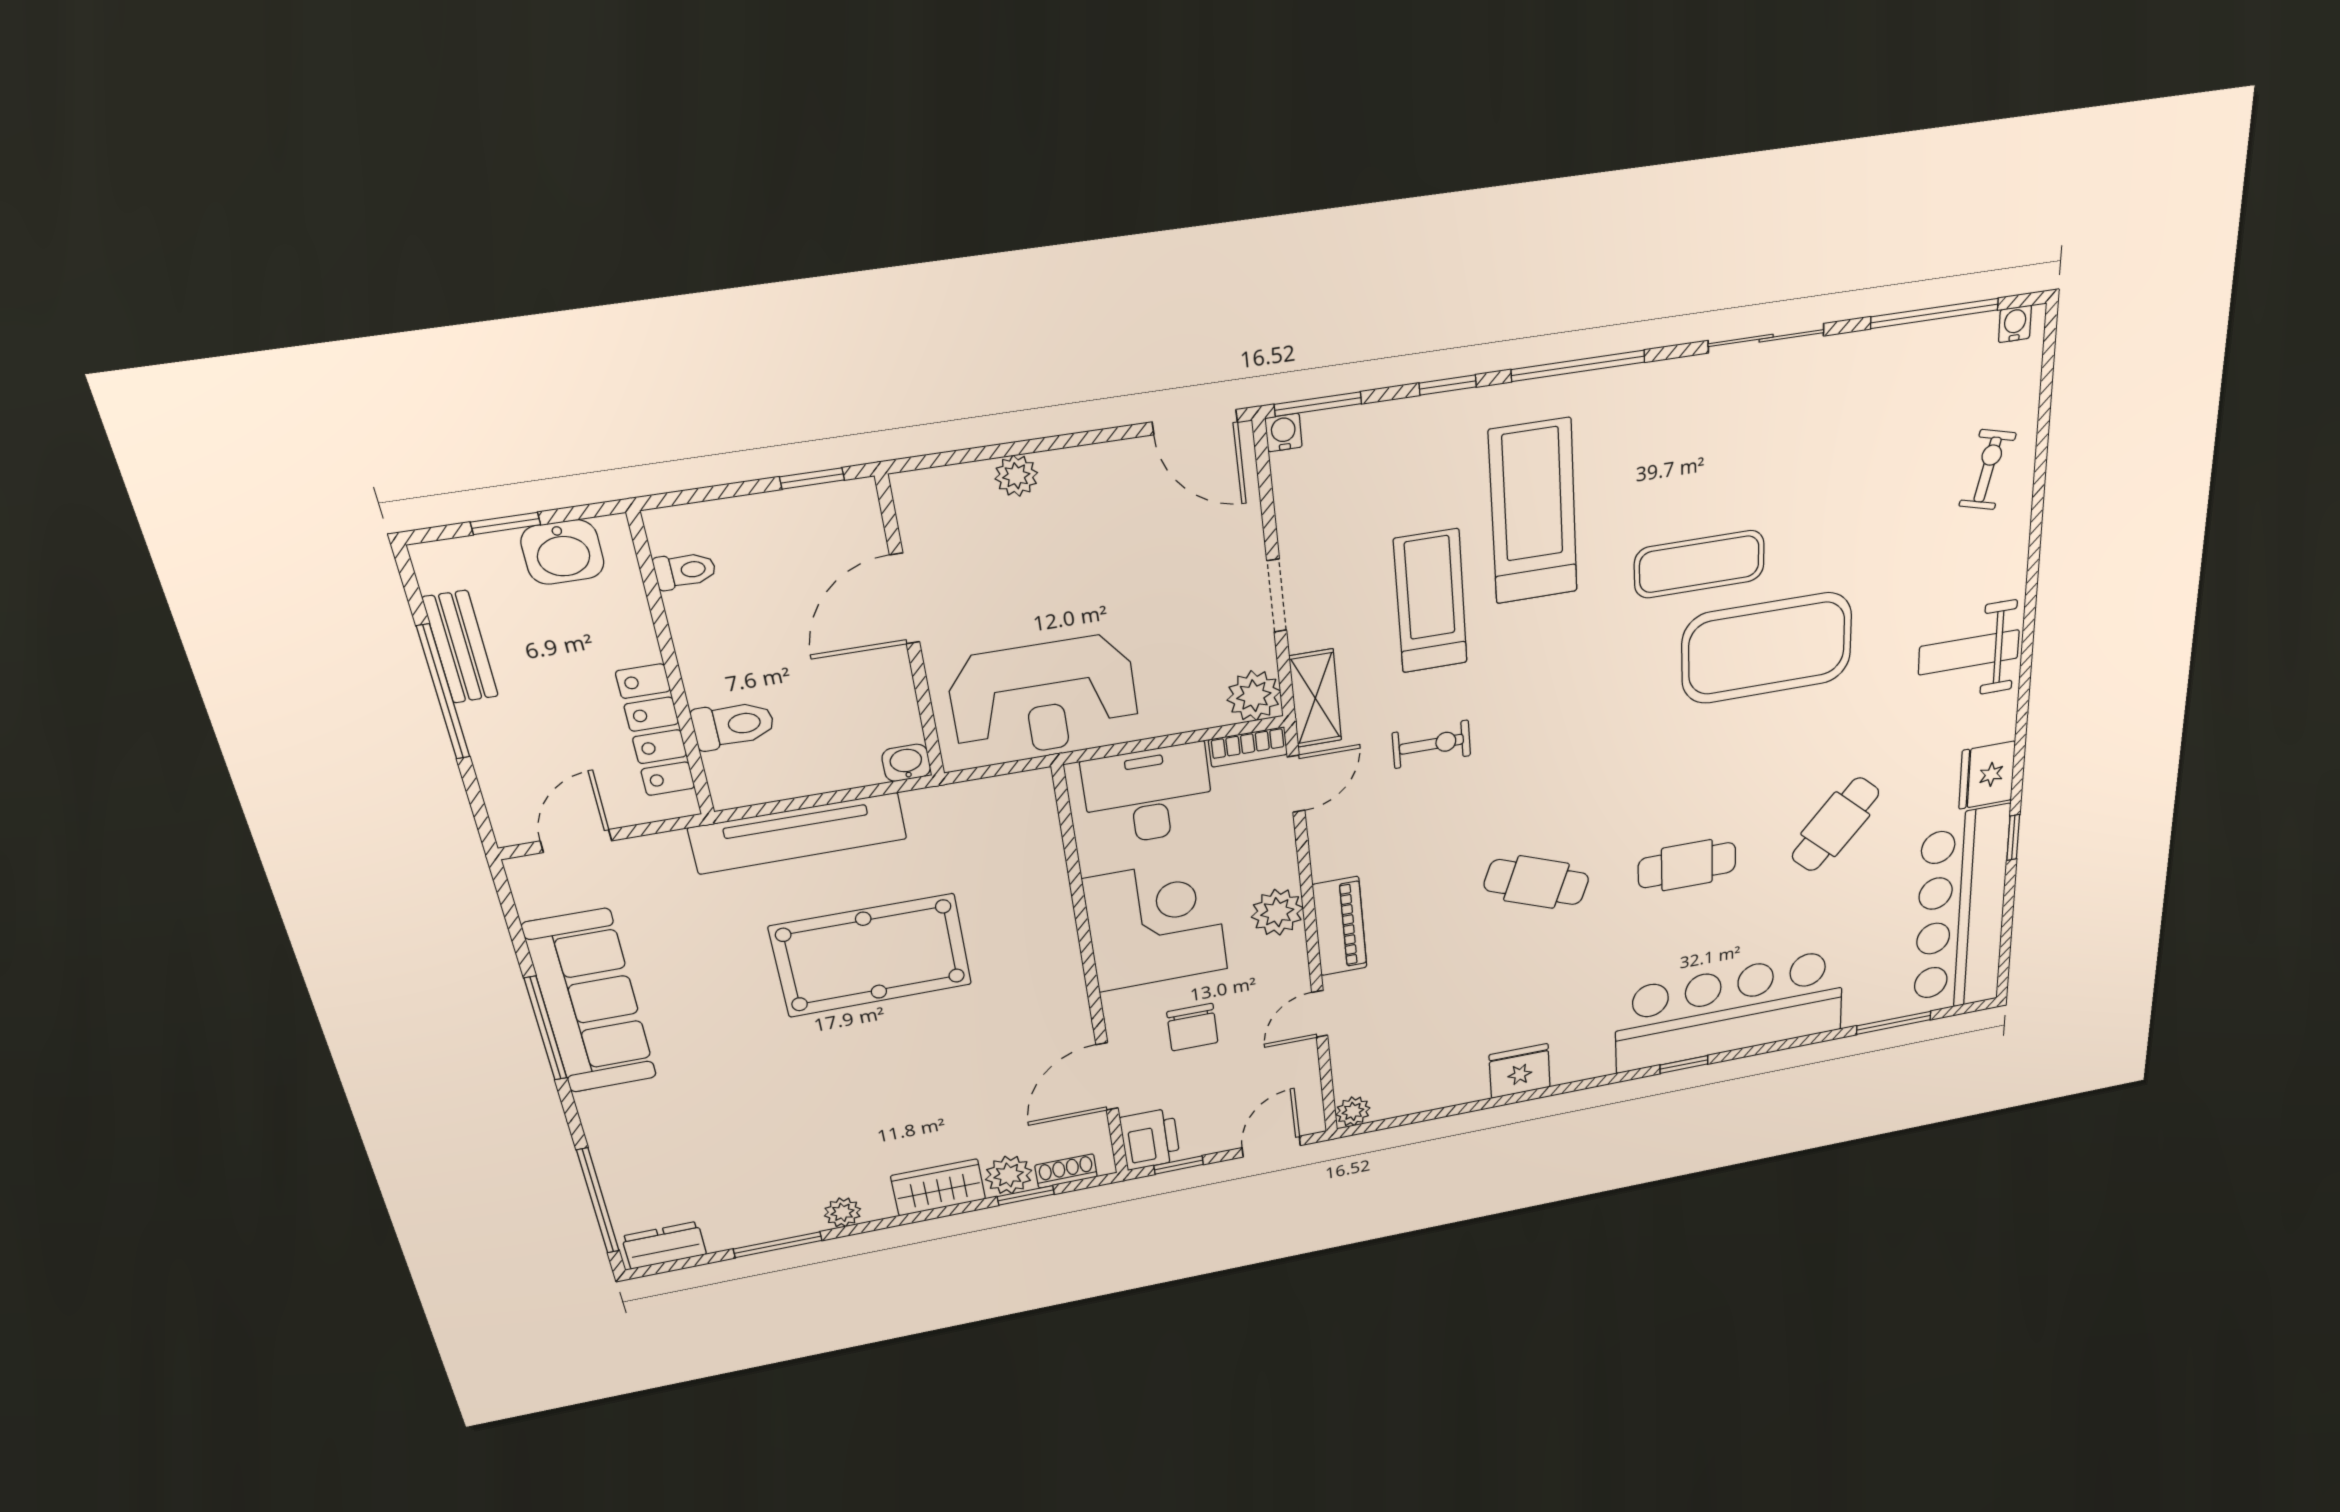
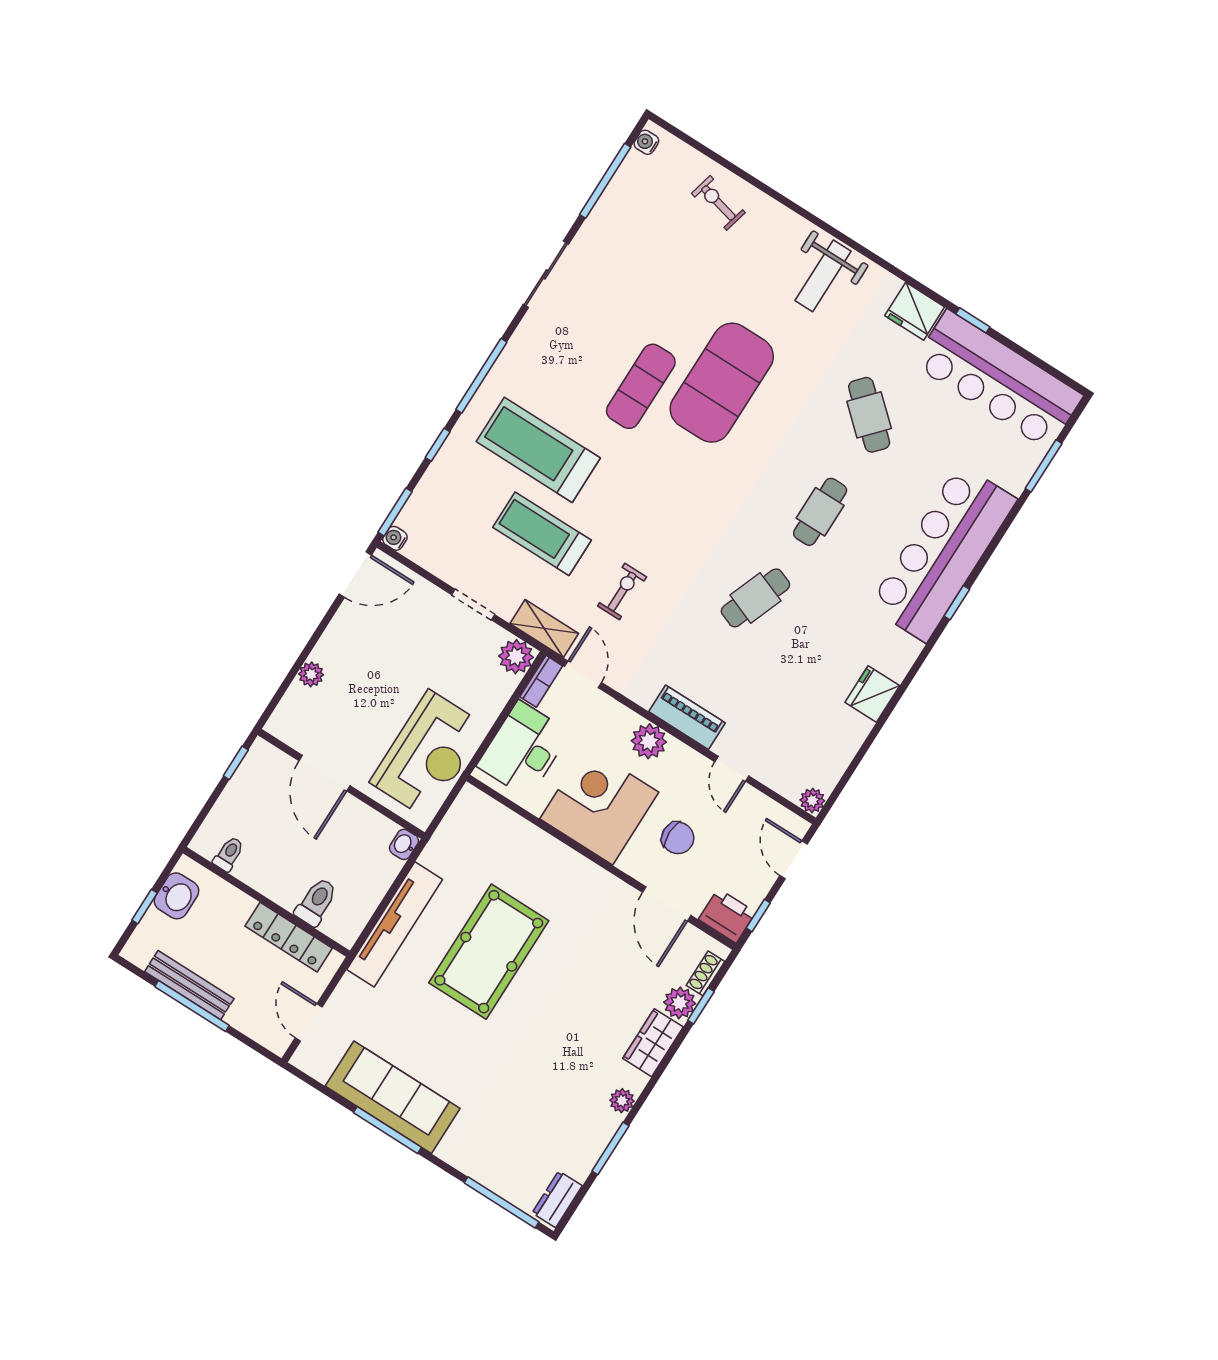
bench: (460, 647) -> (189, 985), width x1.36

